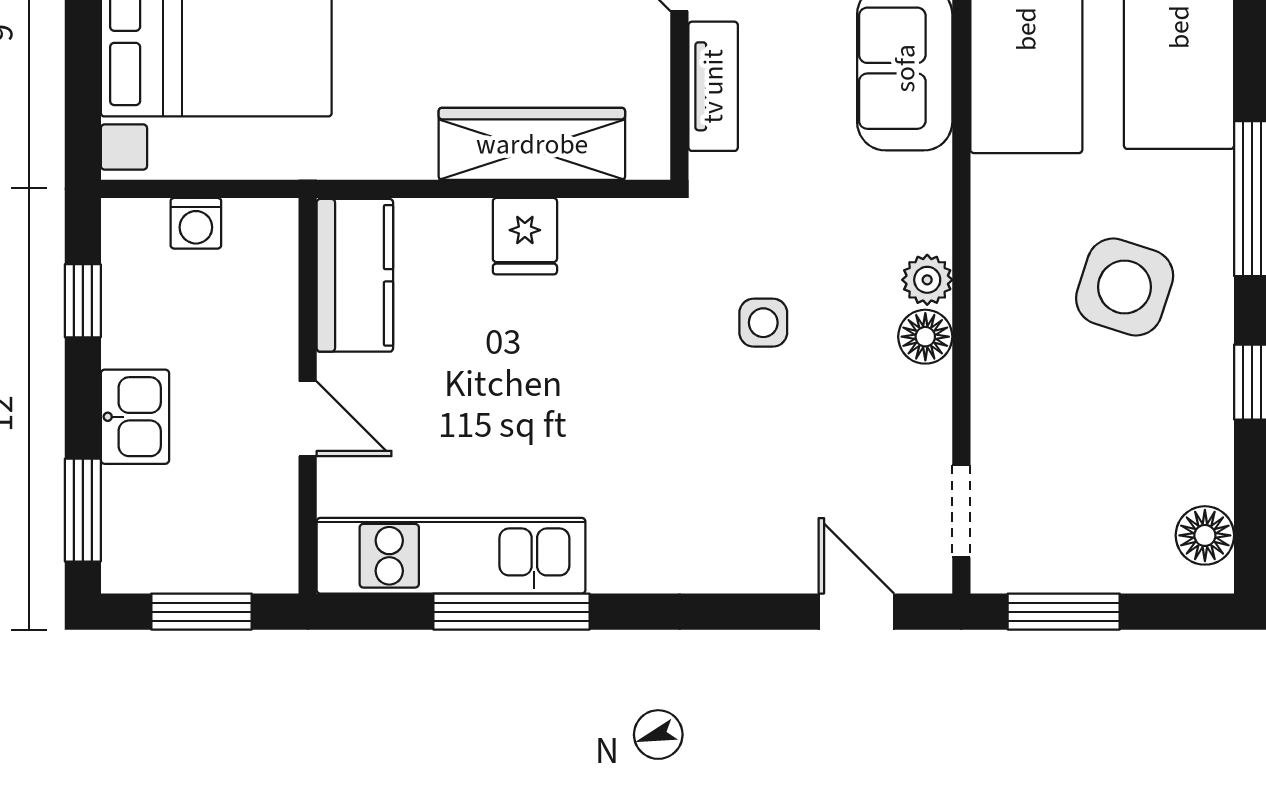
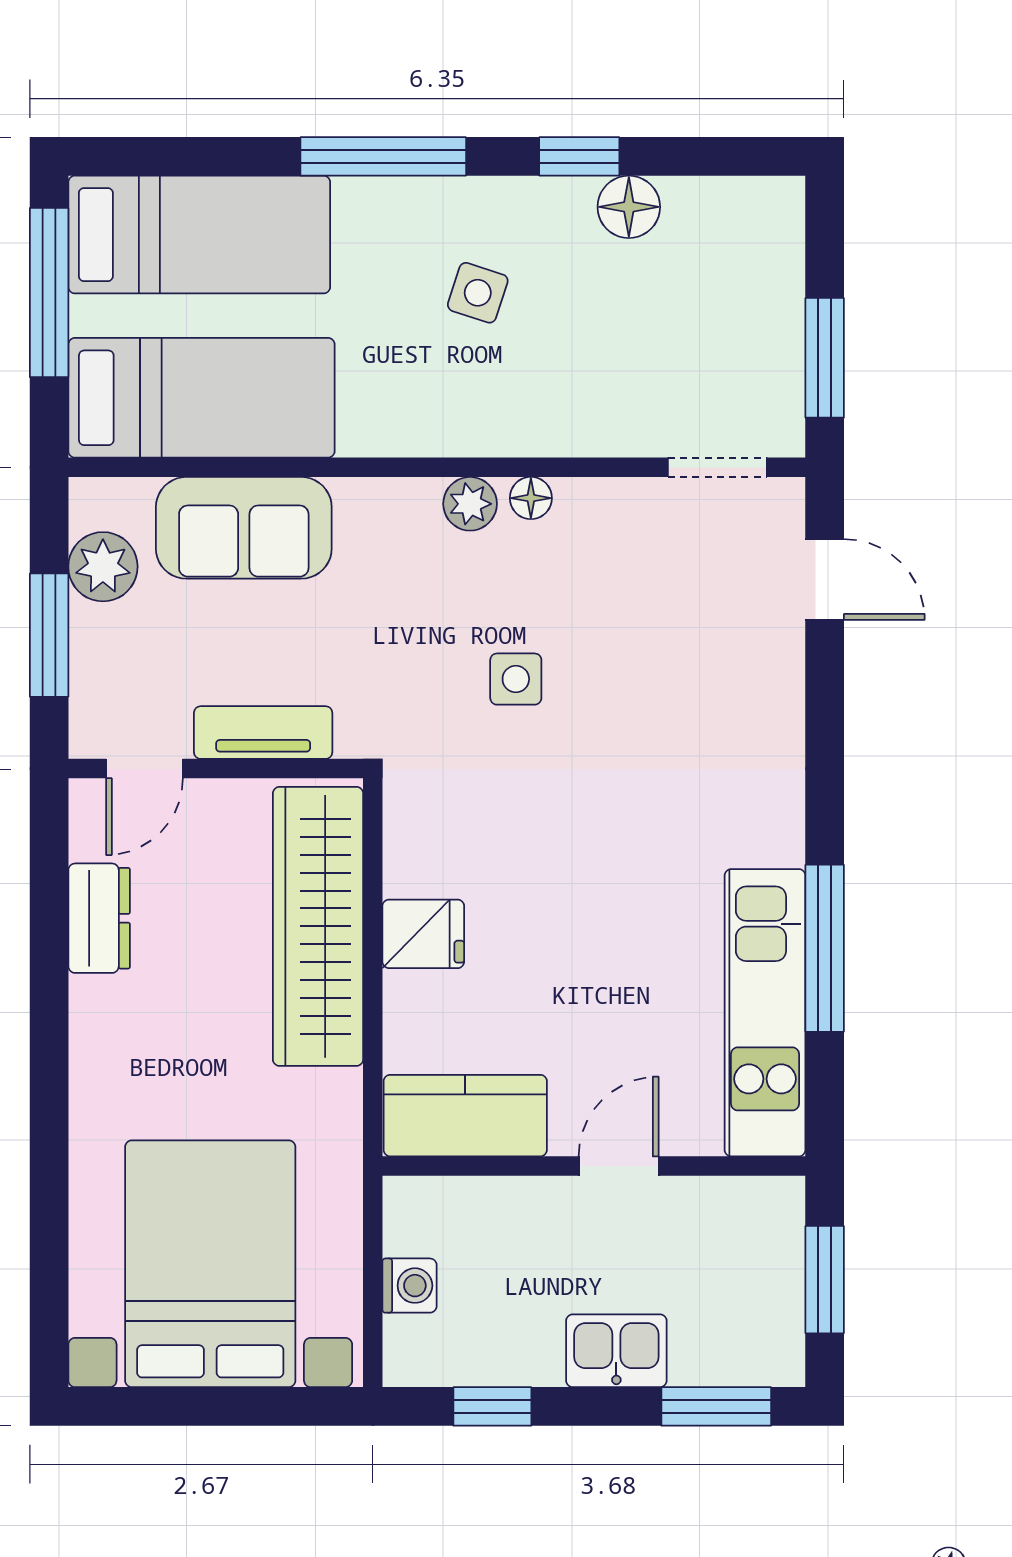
wardrobe: (532, 144) -> (318, 926), width x1.40, depth x1.17
side table: (1125, 287) -> (478, 293), width x0.54, depth x0.54
floor lamp: (925, 337) -> (531, 498), width x0.73, depth x0.73
floor lamp: (1205, 535) -> (629, 207), moved
door: (856, 612) -> (825, 579), swing flipped

